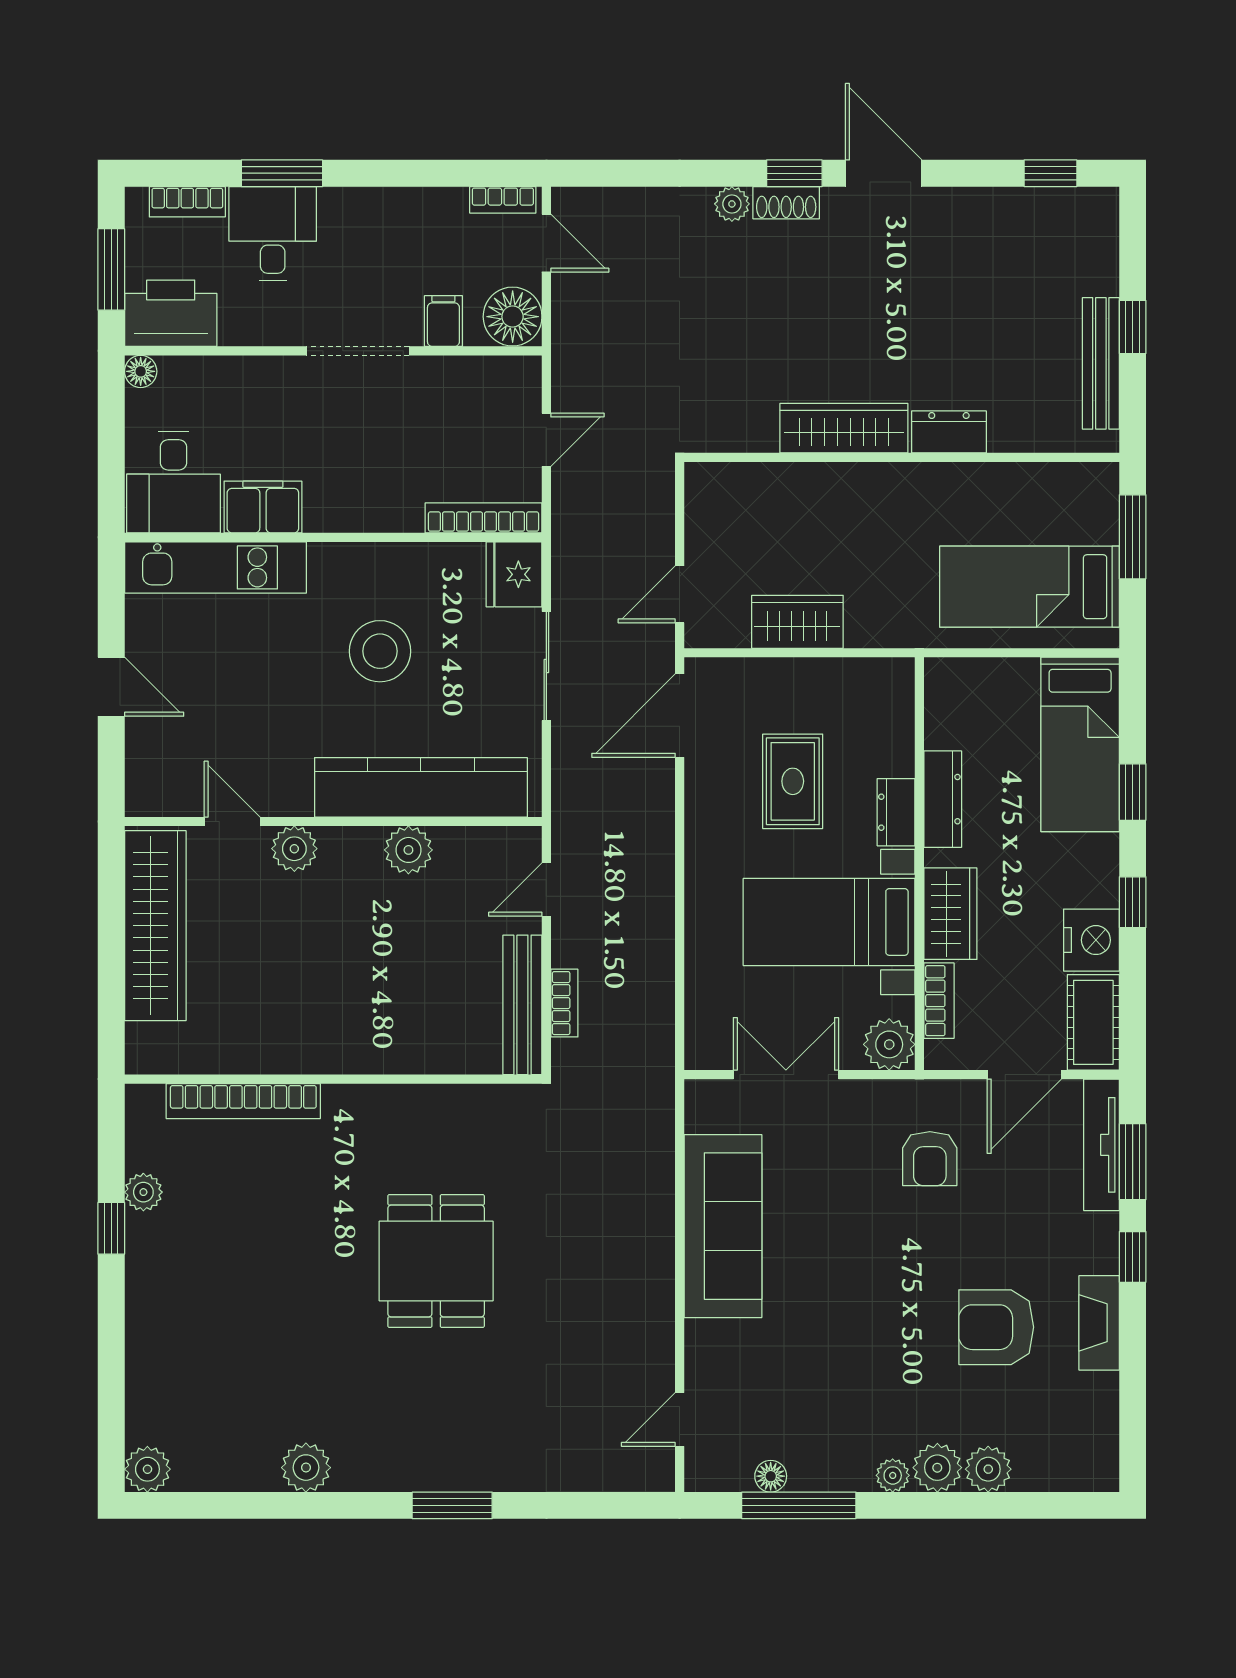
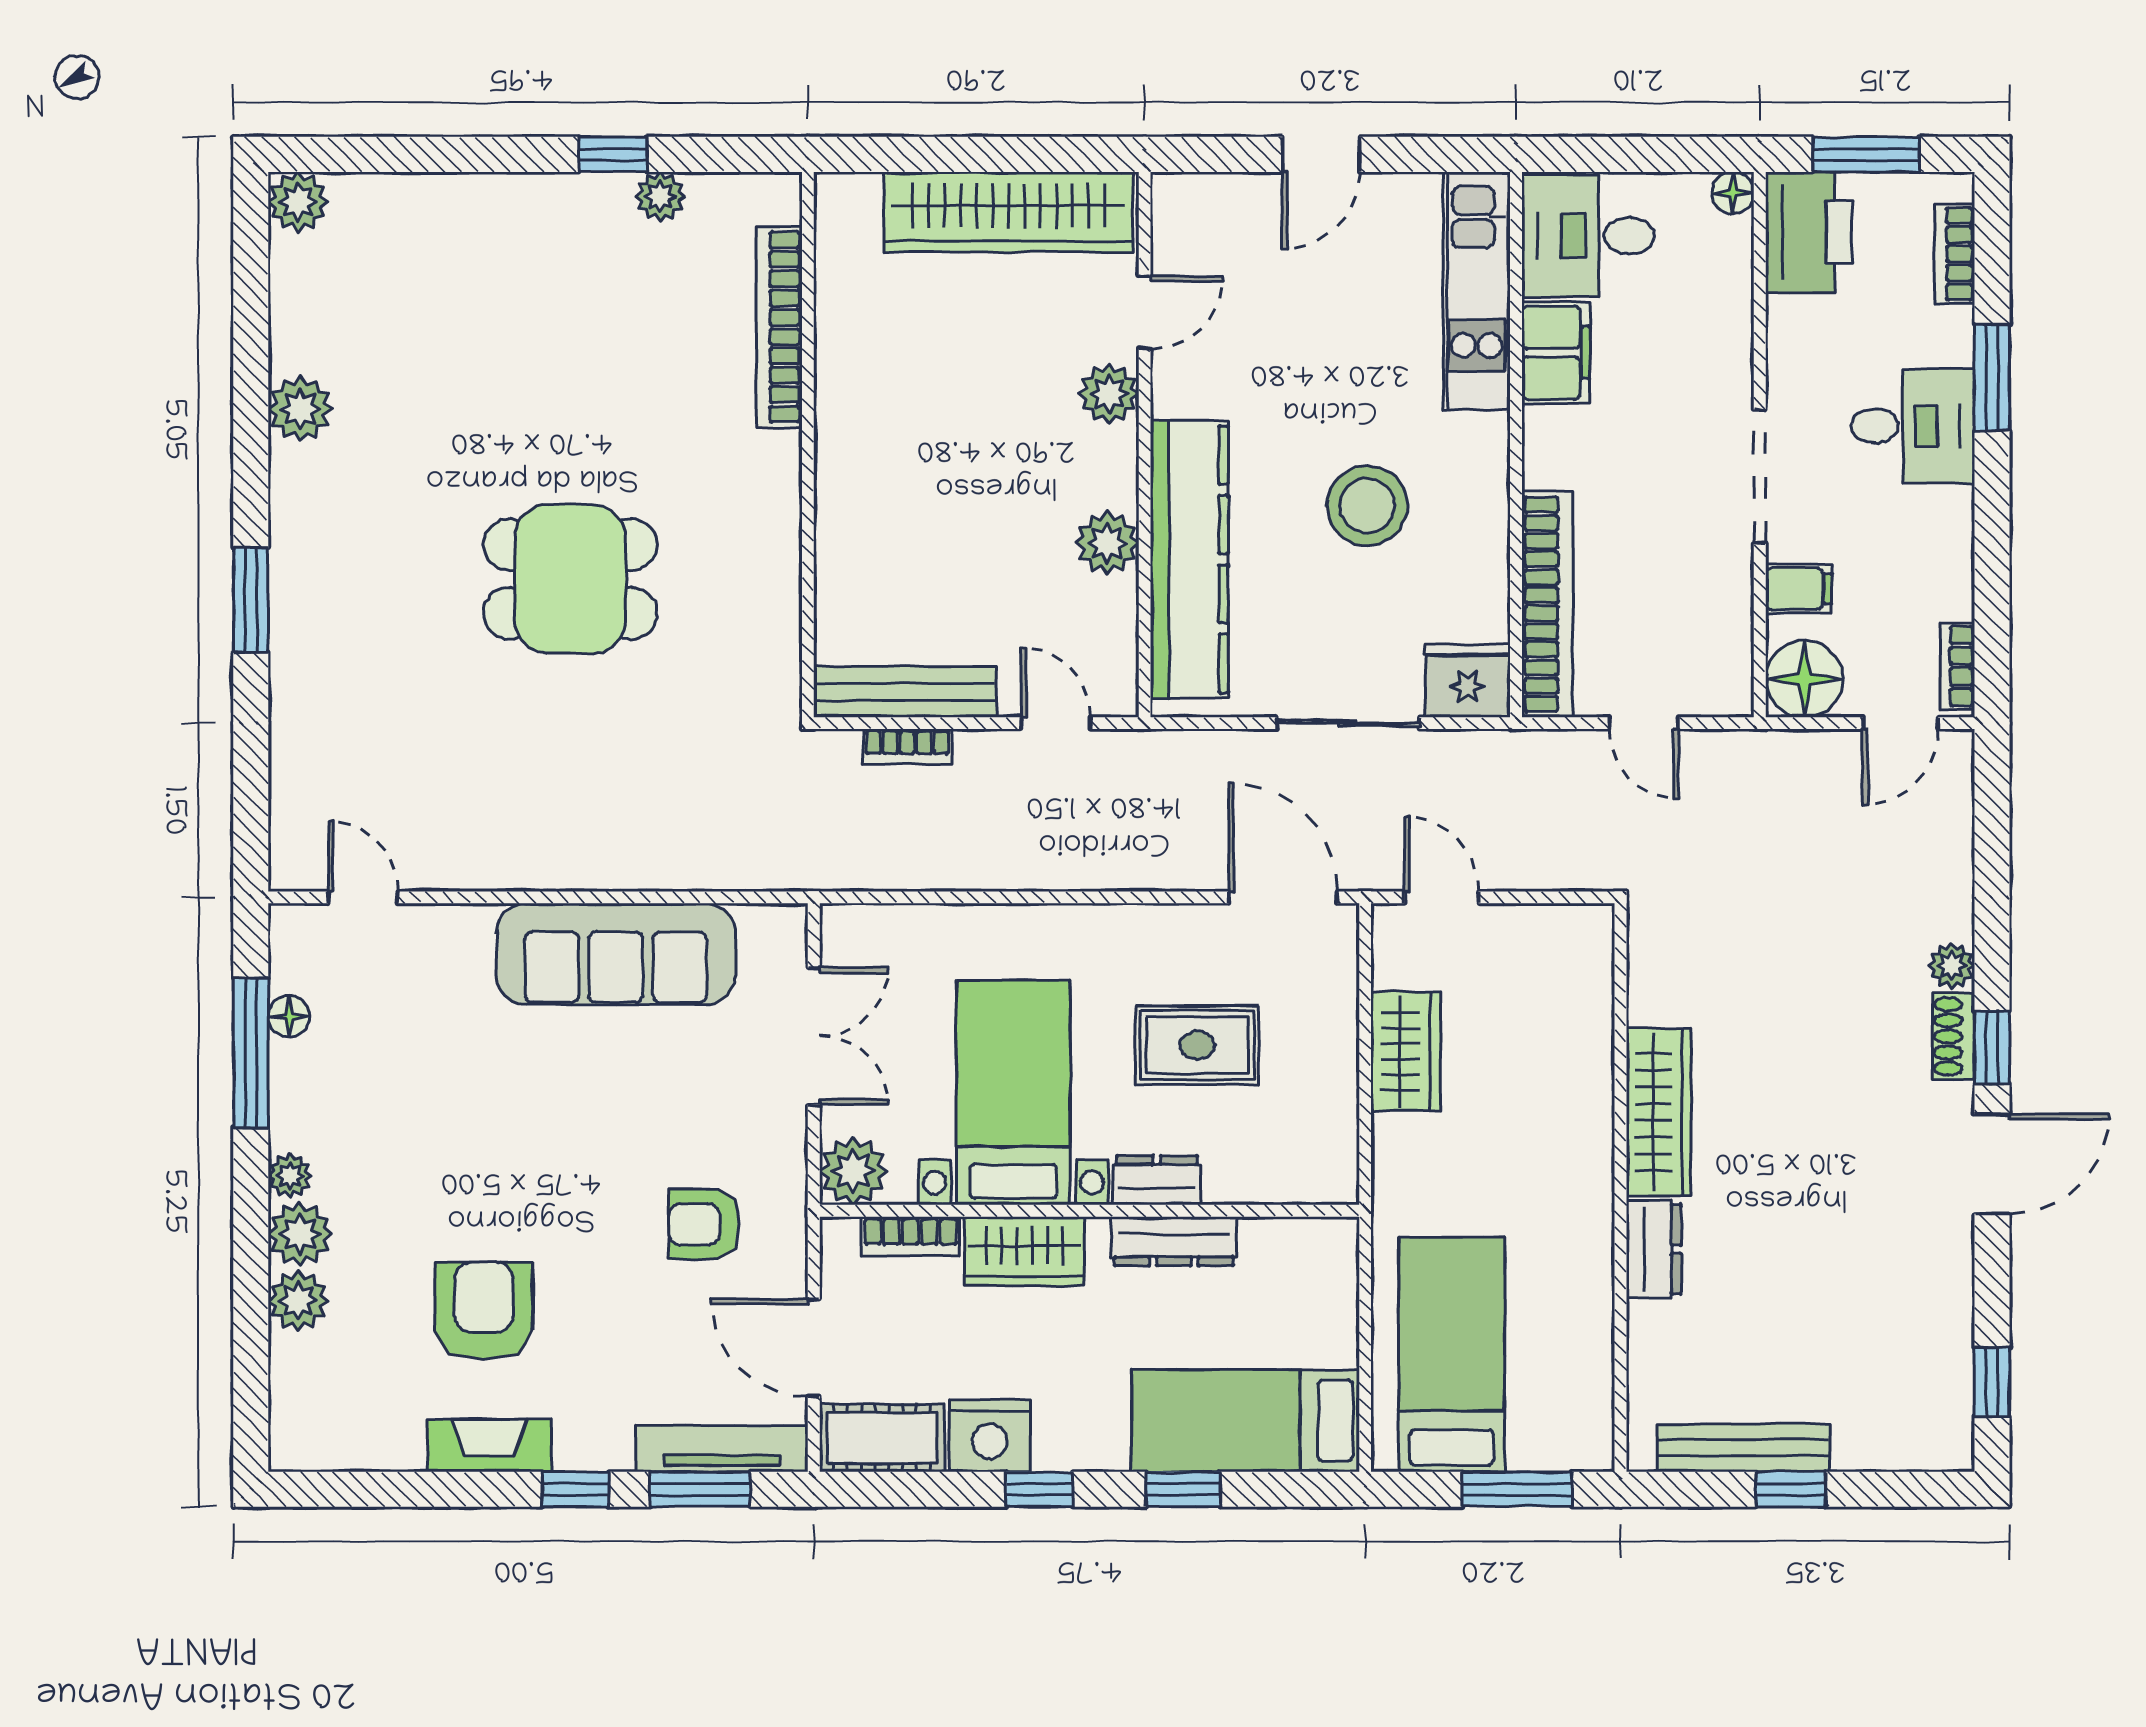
desk: (273, 234) -> (1913, 426), moved
bookcase: (483, 518) -> (1547, 604), width x1.48, depth x1.31

